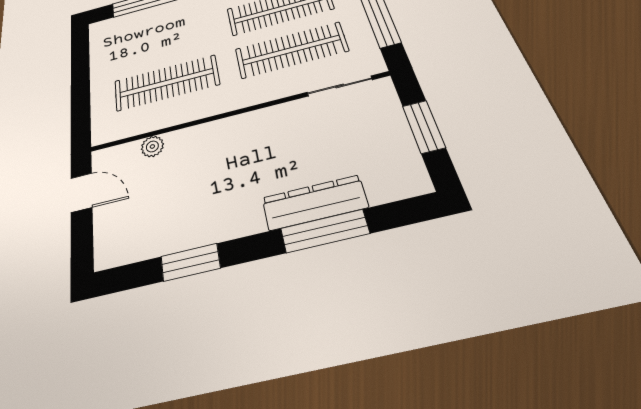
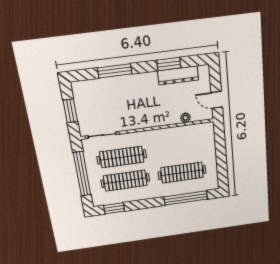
clothes rail: (166, 83) -> (182, 173), moved
dresser: (314, 203) -> (178, 75), moved

